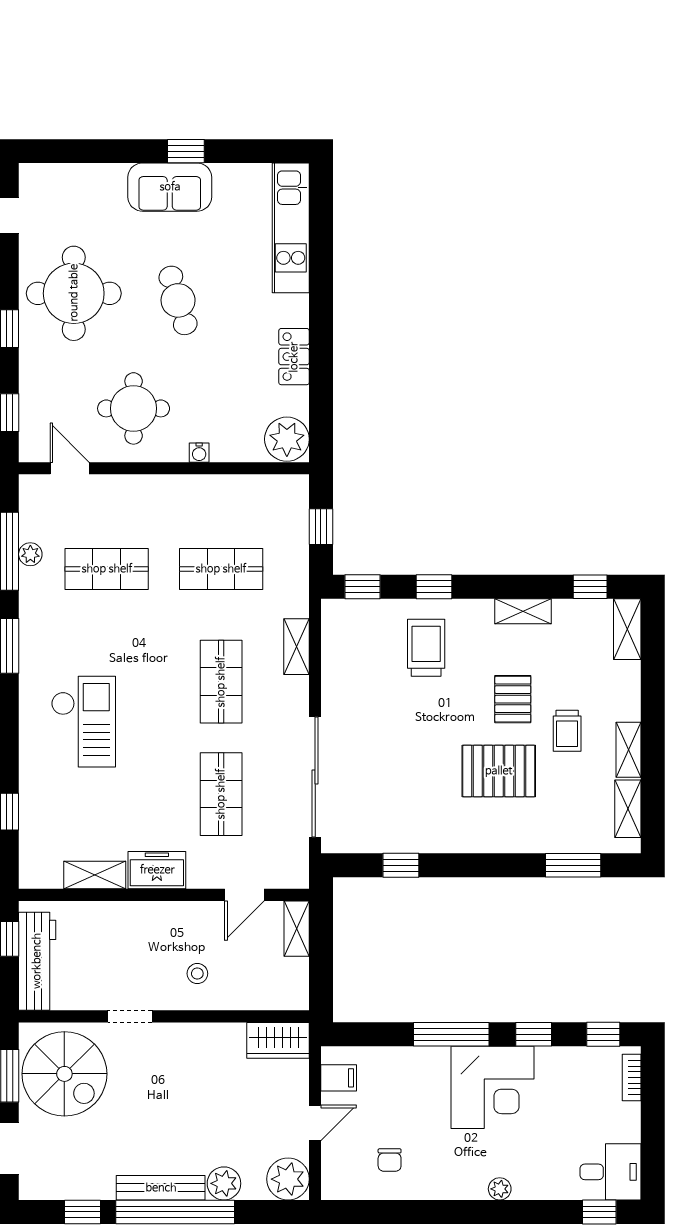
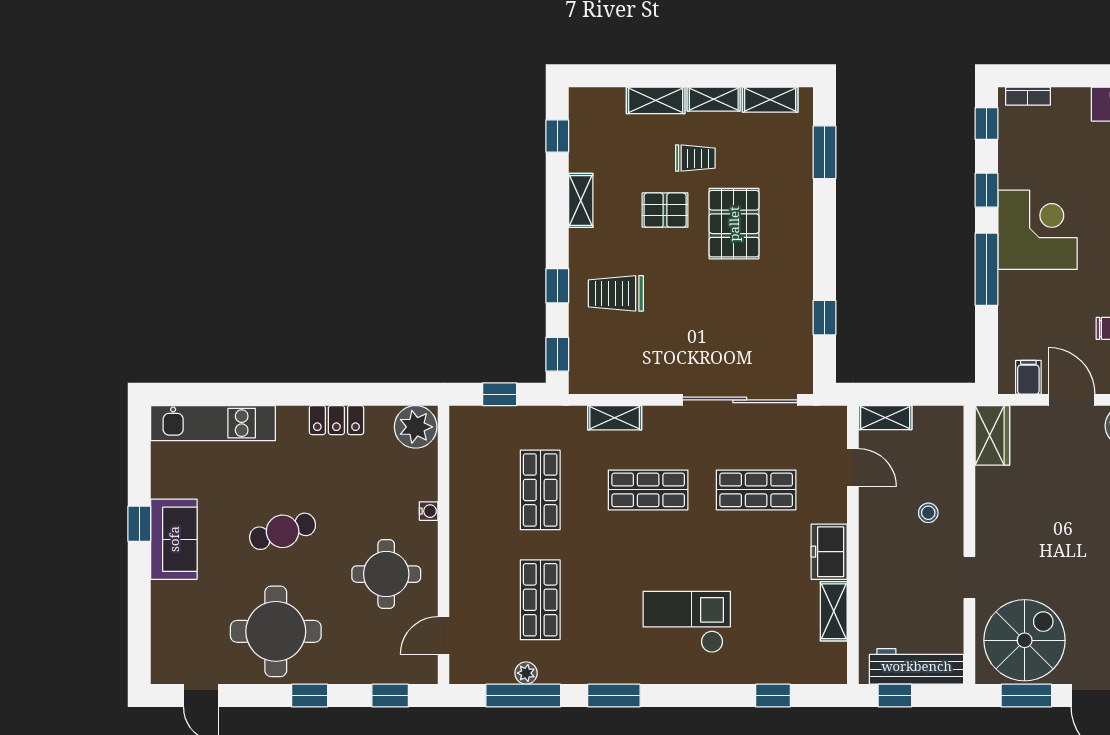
shelving: (627, 629) -> (656, 100), moved
door: (315, 1123) -> (1072, 400), width x1.38

